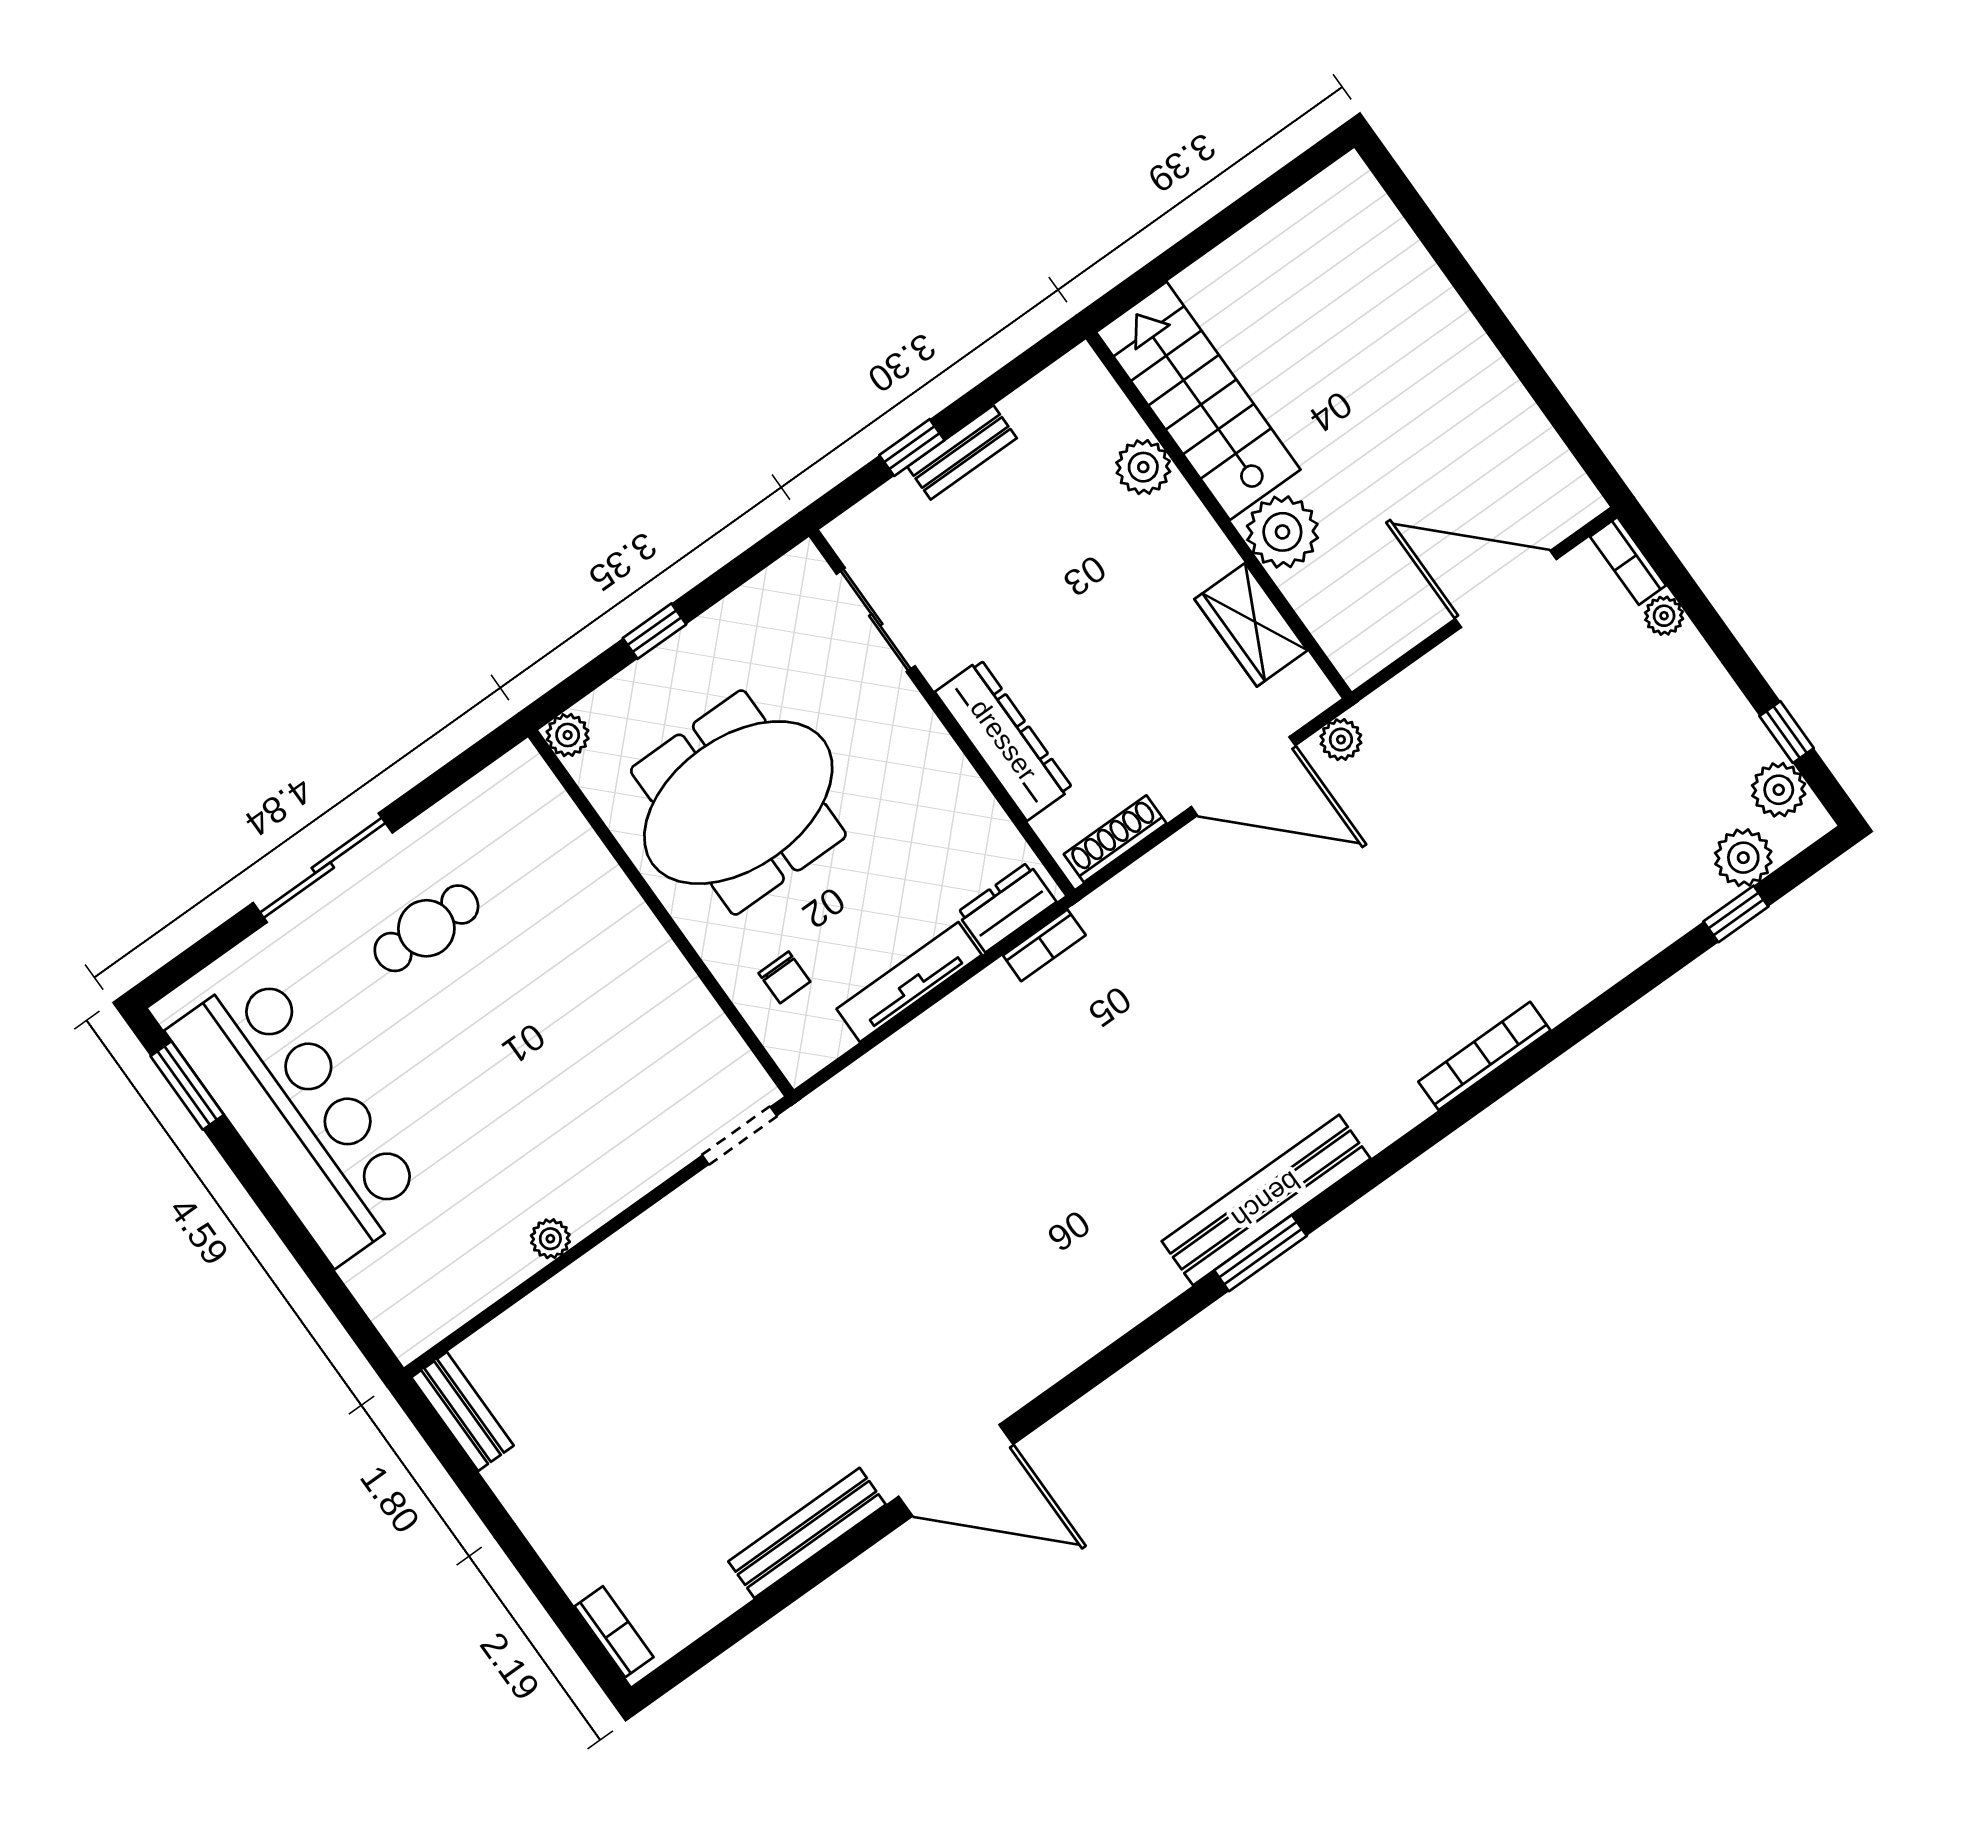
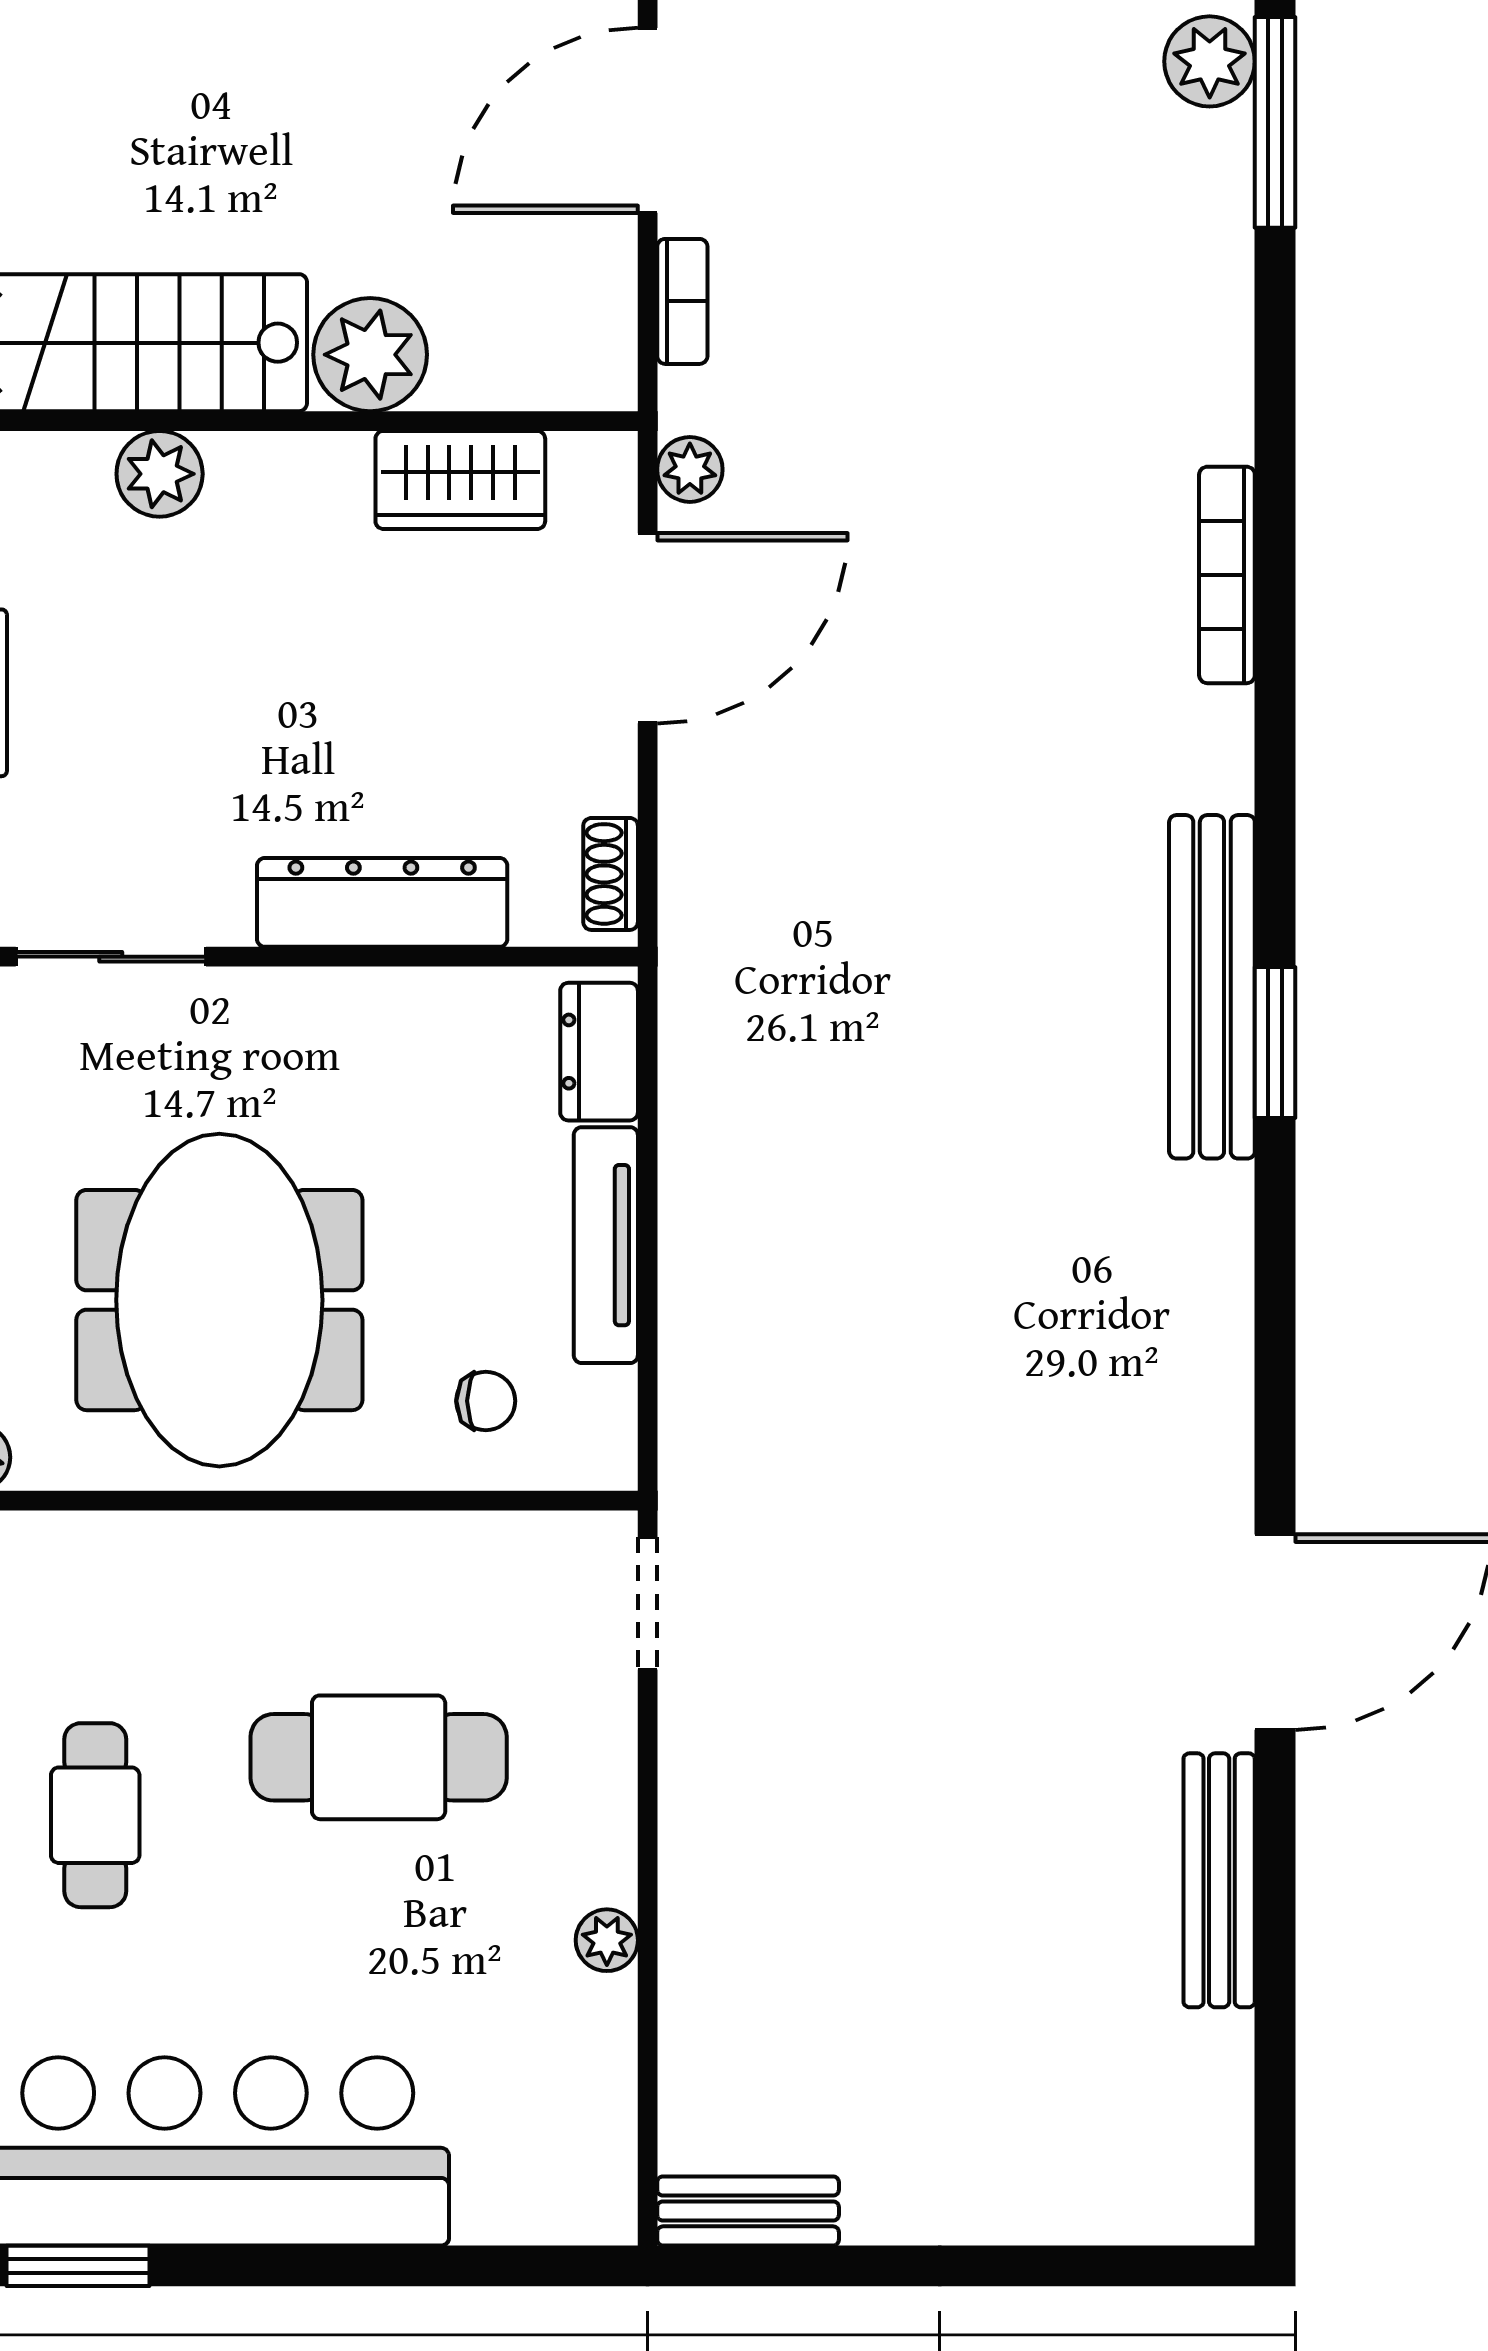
shoe rack: (1115, 839) -> (611, 874), width x0.70
window: (1736, 914) -> (1275, 122), width x2.17
bookcase: (1044, 945) -> (682, 301), moved
cafe table: (561, 1053) -> (379, 1757), added
bookcase: (614, 1632) -> (1169, 2218), removed

